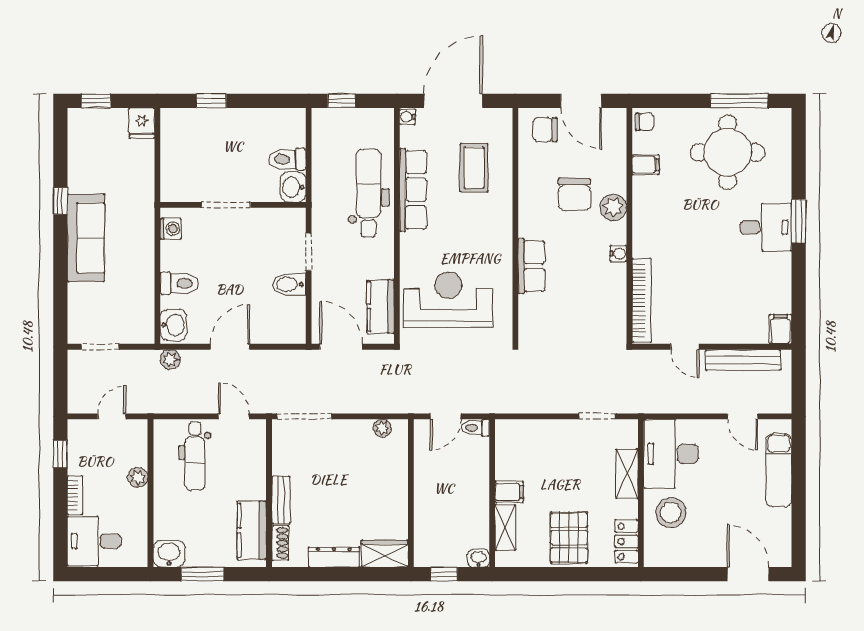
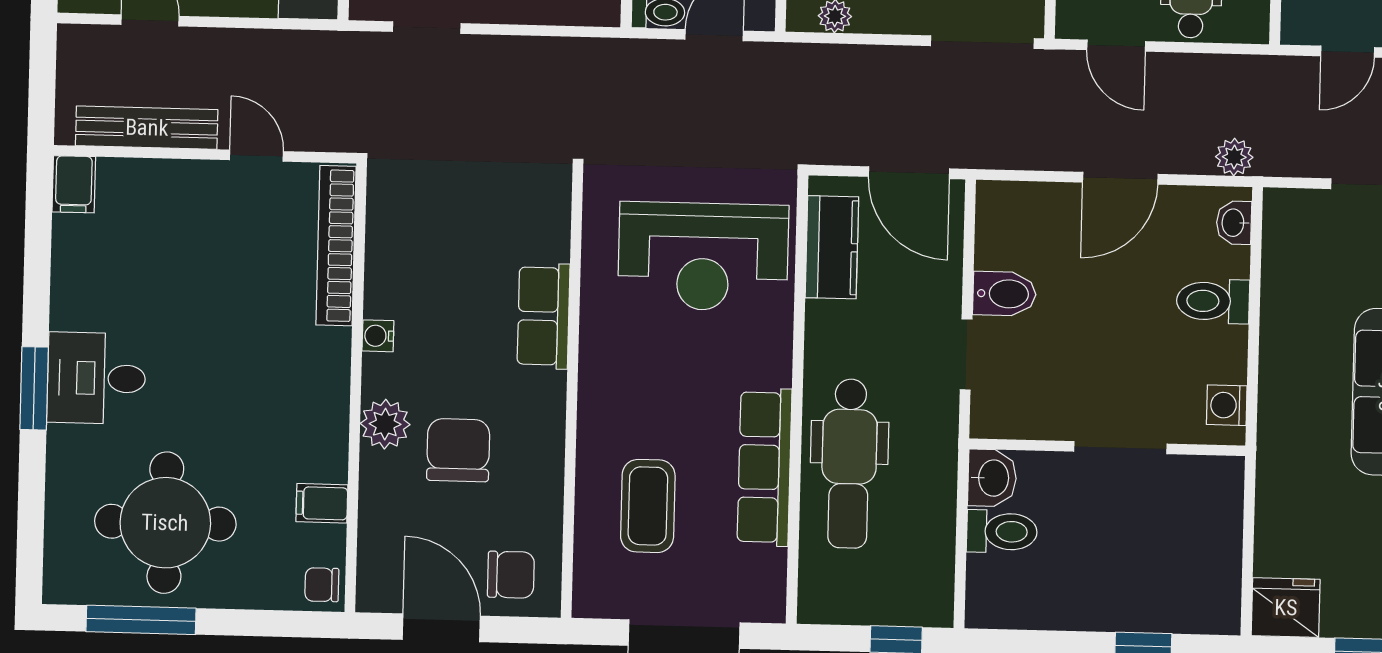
water cooler: (407, 117) -> (772, 606), removed
fridge: (142, 123) -> (1286, 608), width x1.38
washbasin: (173, 325) -> (1234, 223), width x0.72, depth x0.69

